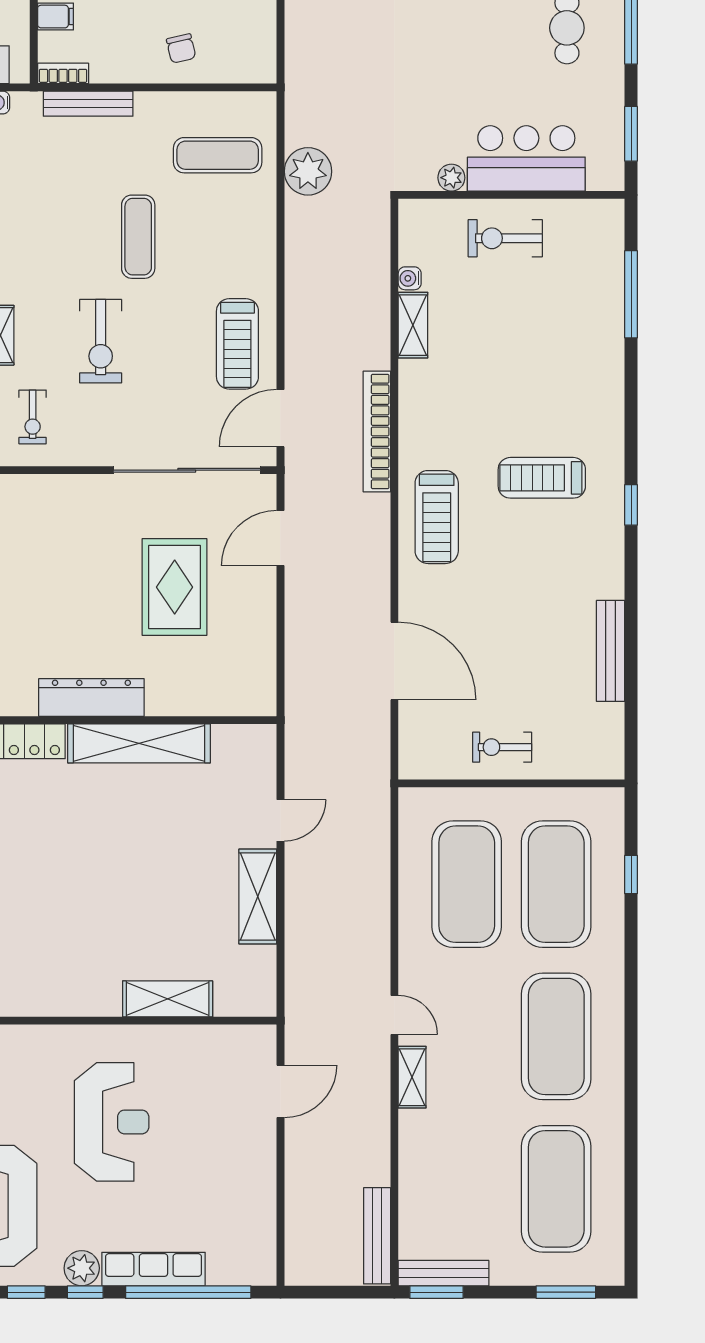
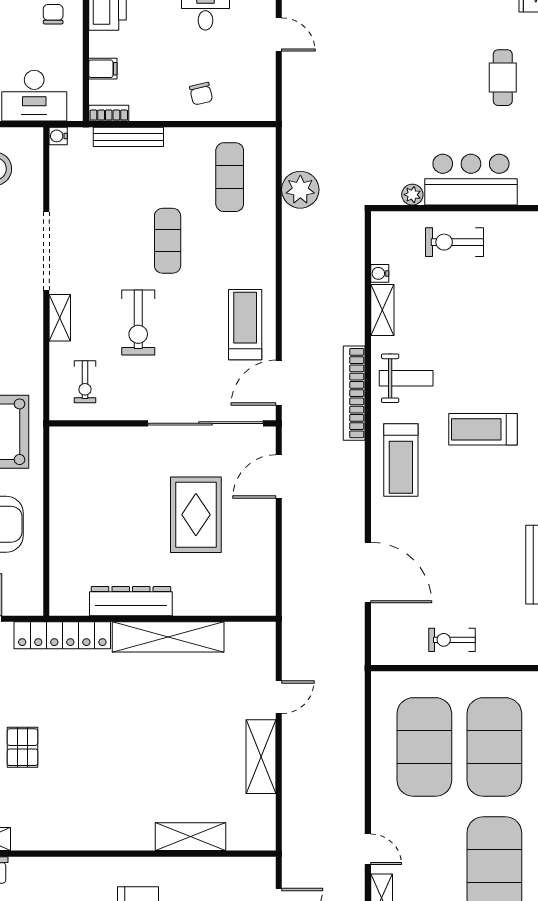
exercise mat: (218, 155) -> (230, 177), turned 90
treadmill: (237, 344) -> (245, 325), turned 180
weight bench: (443, 413) -> (406, 378), added

